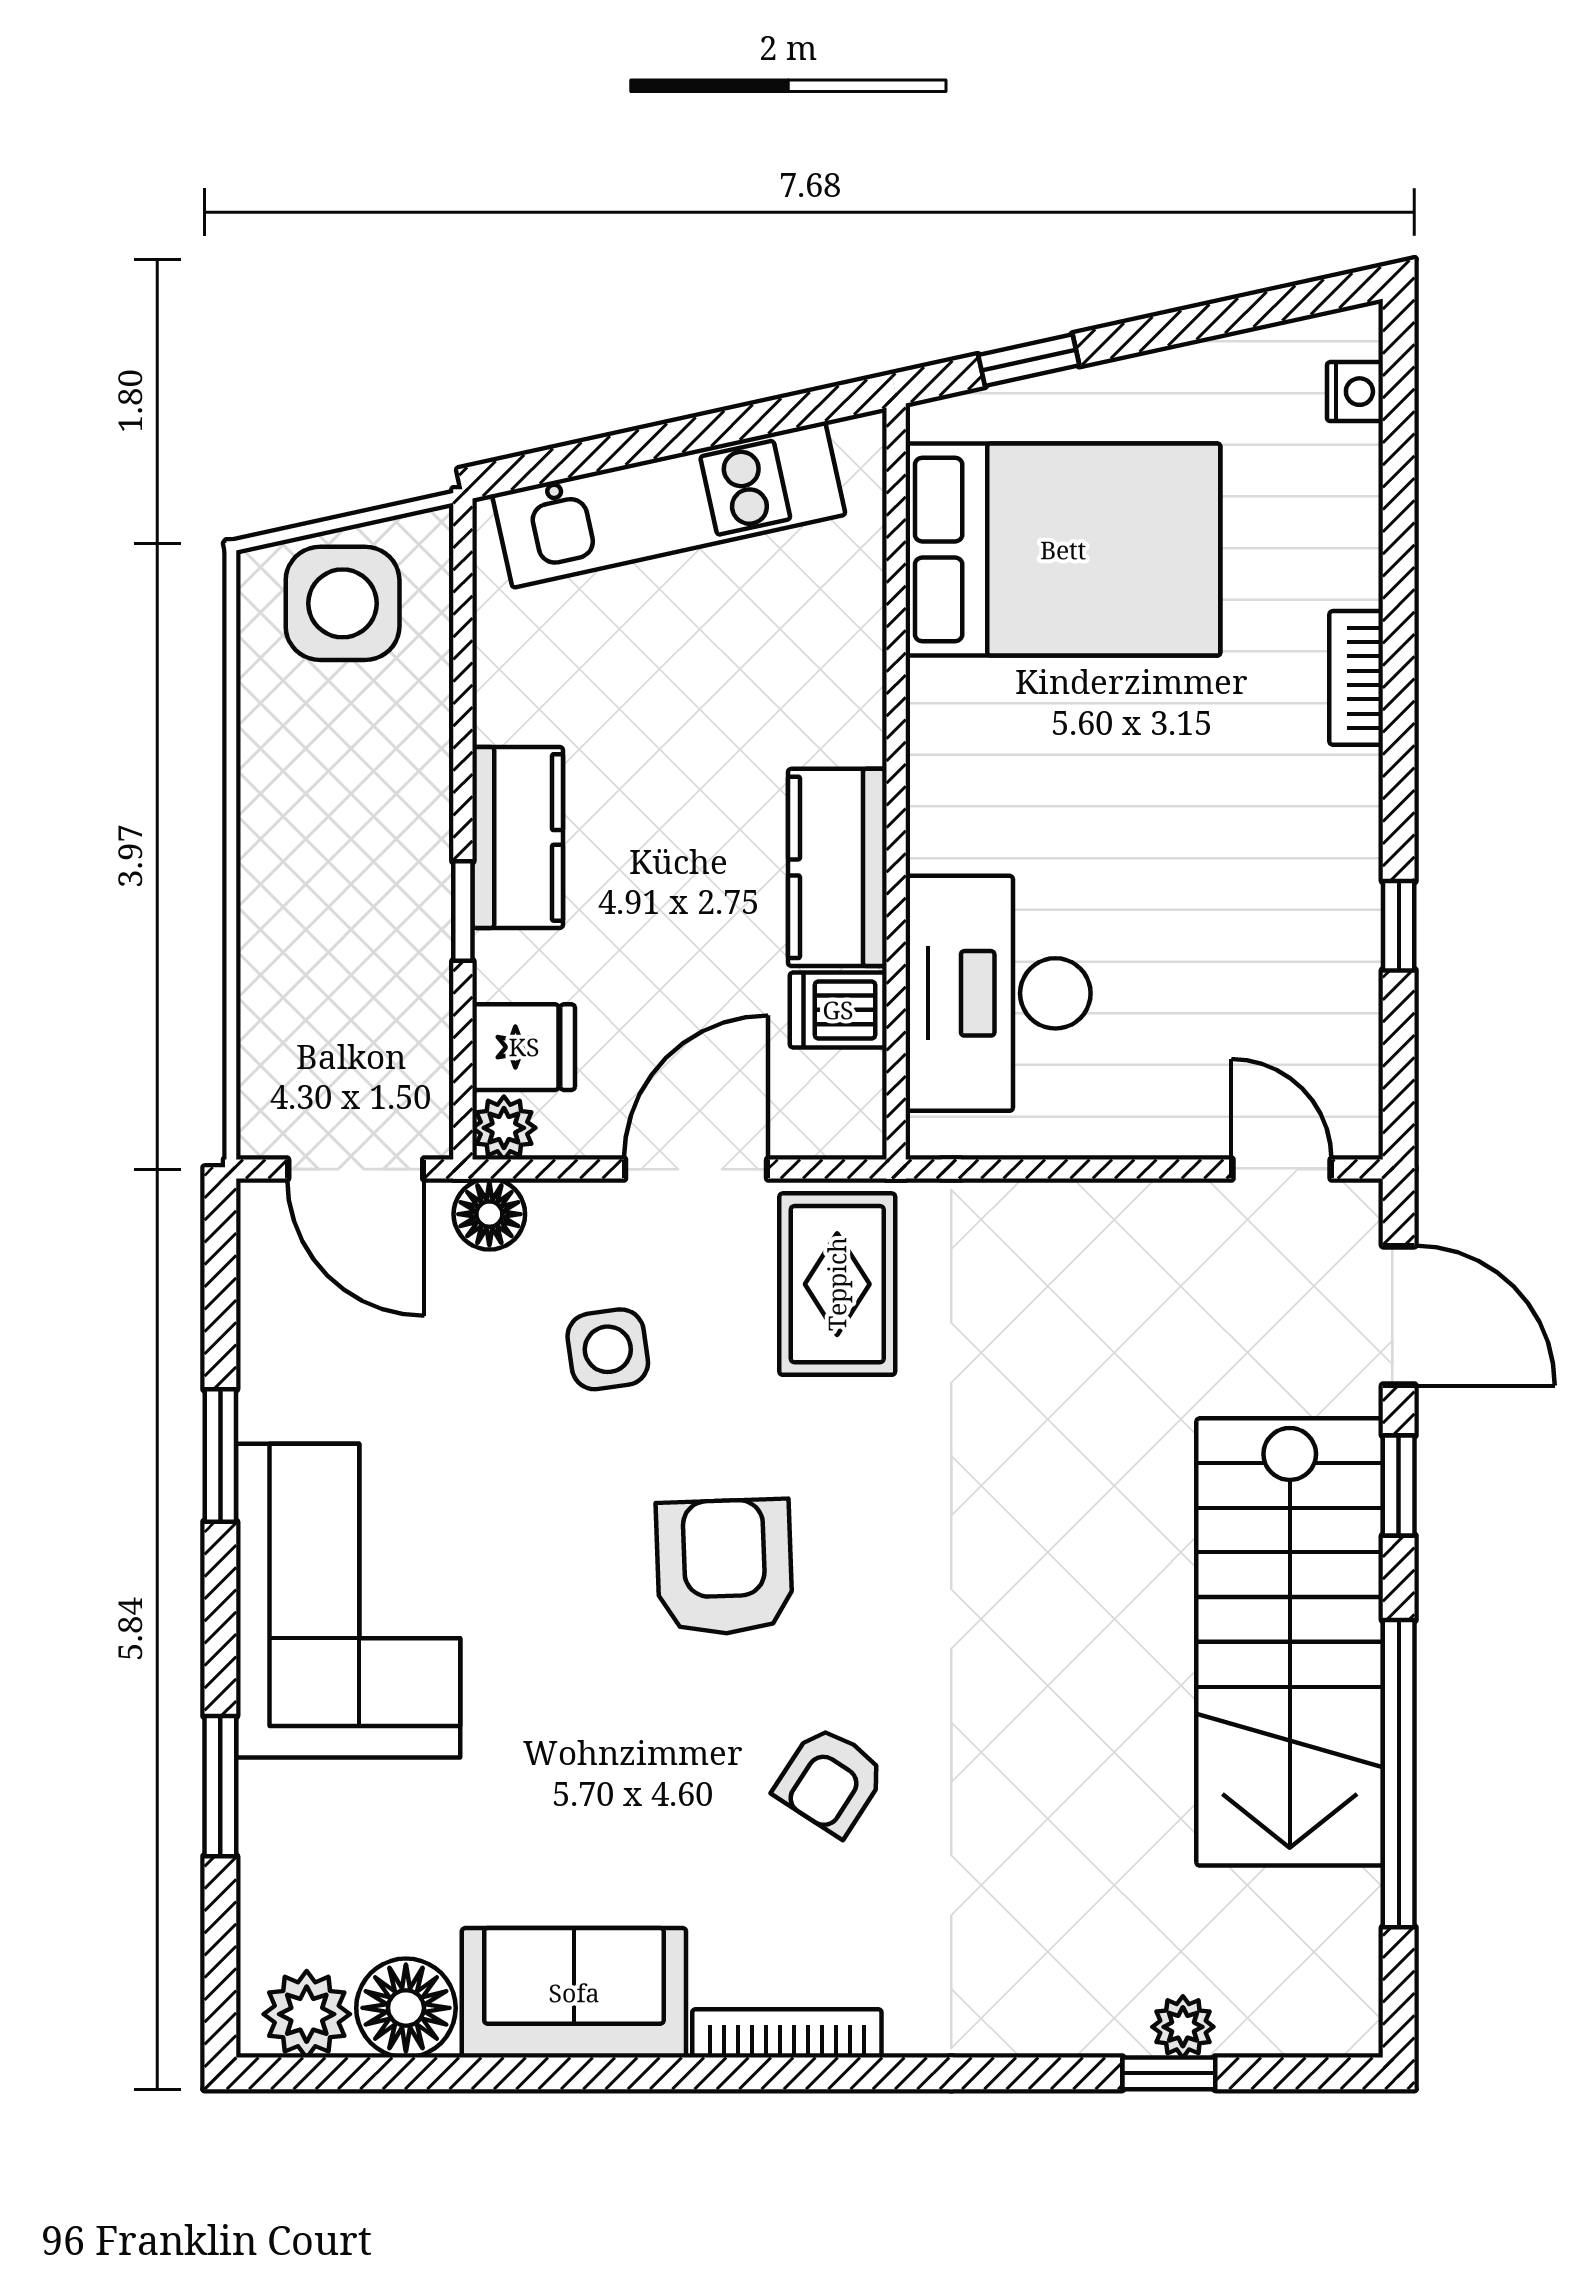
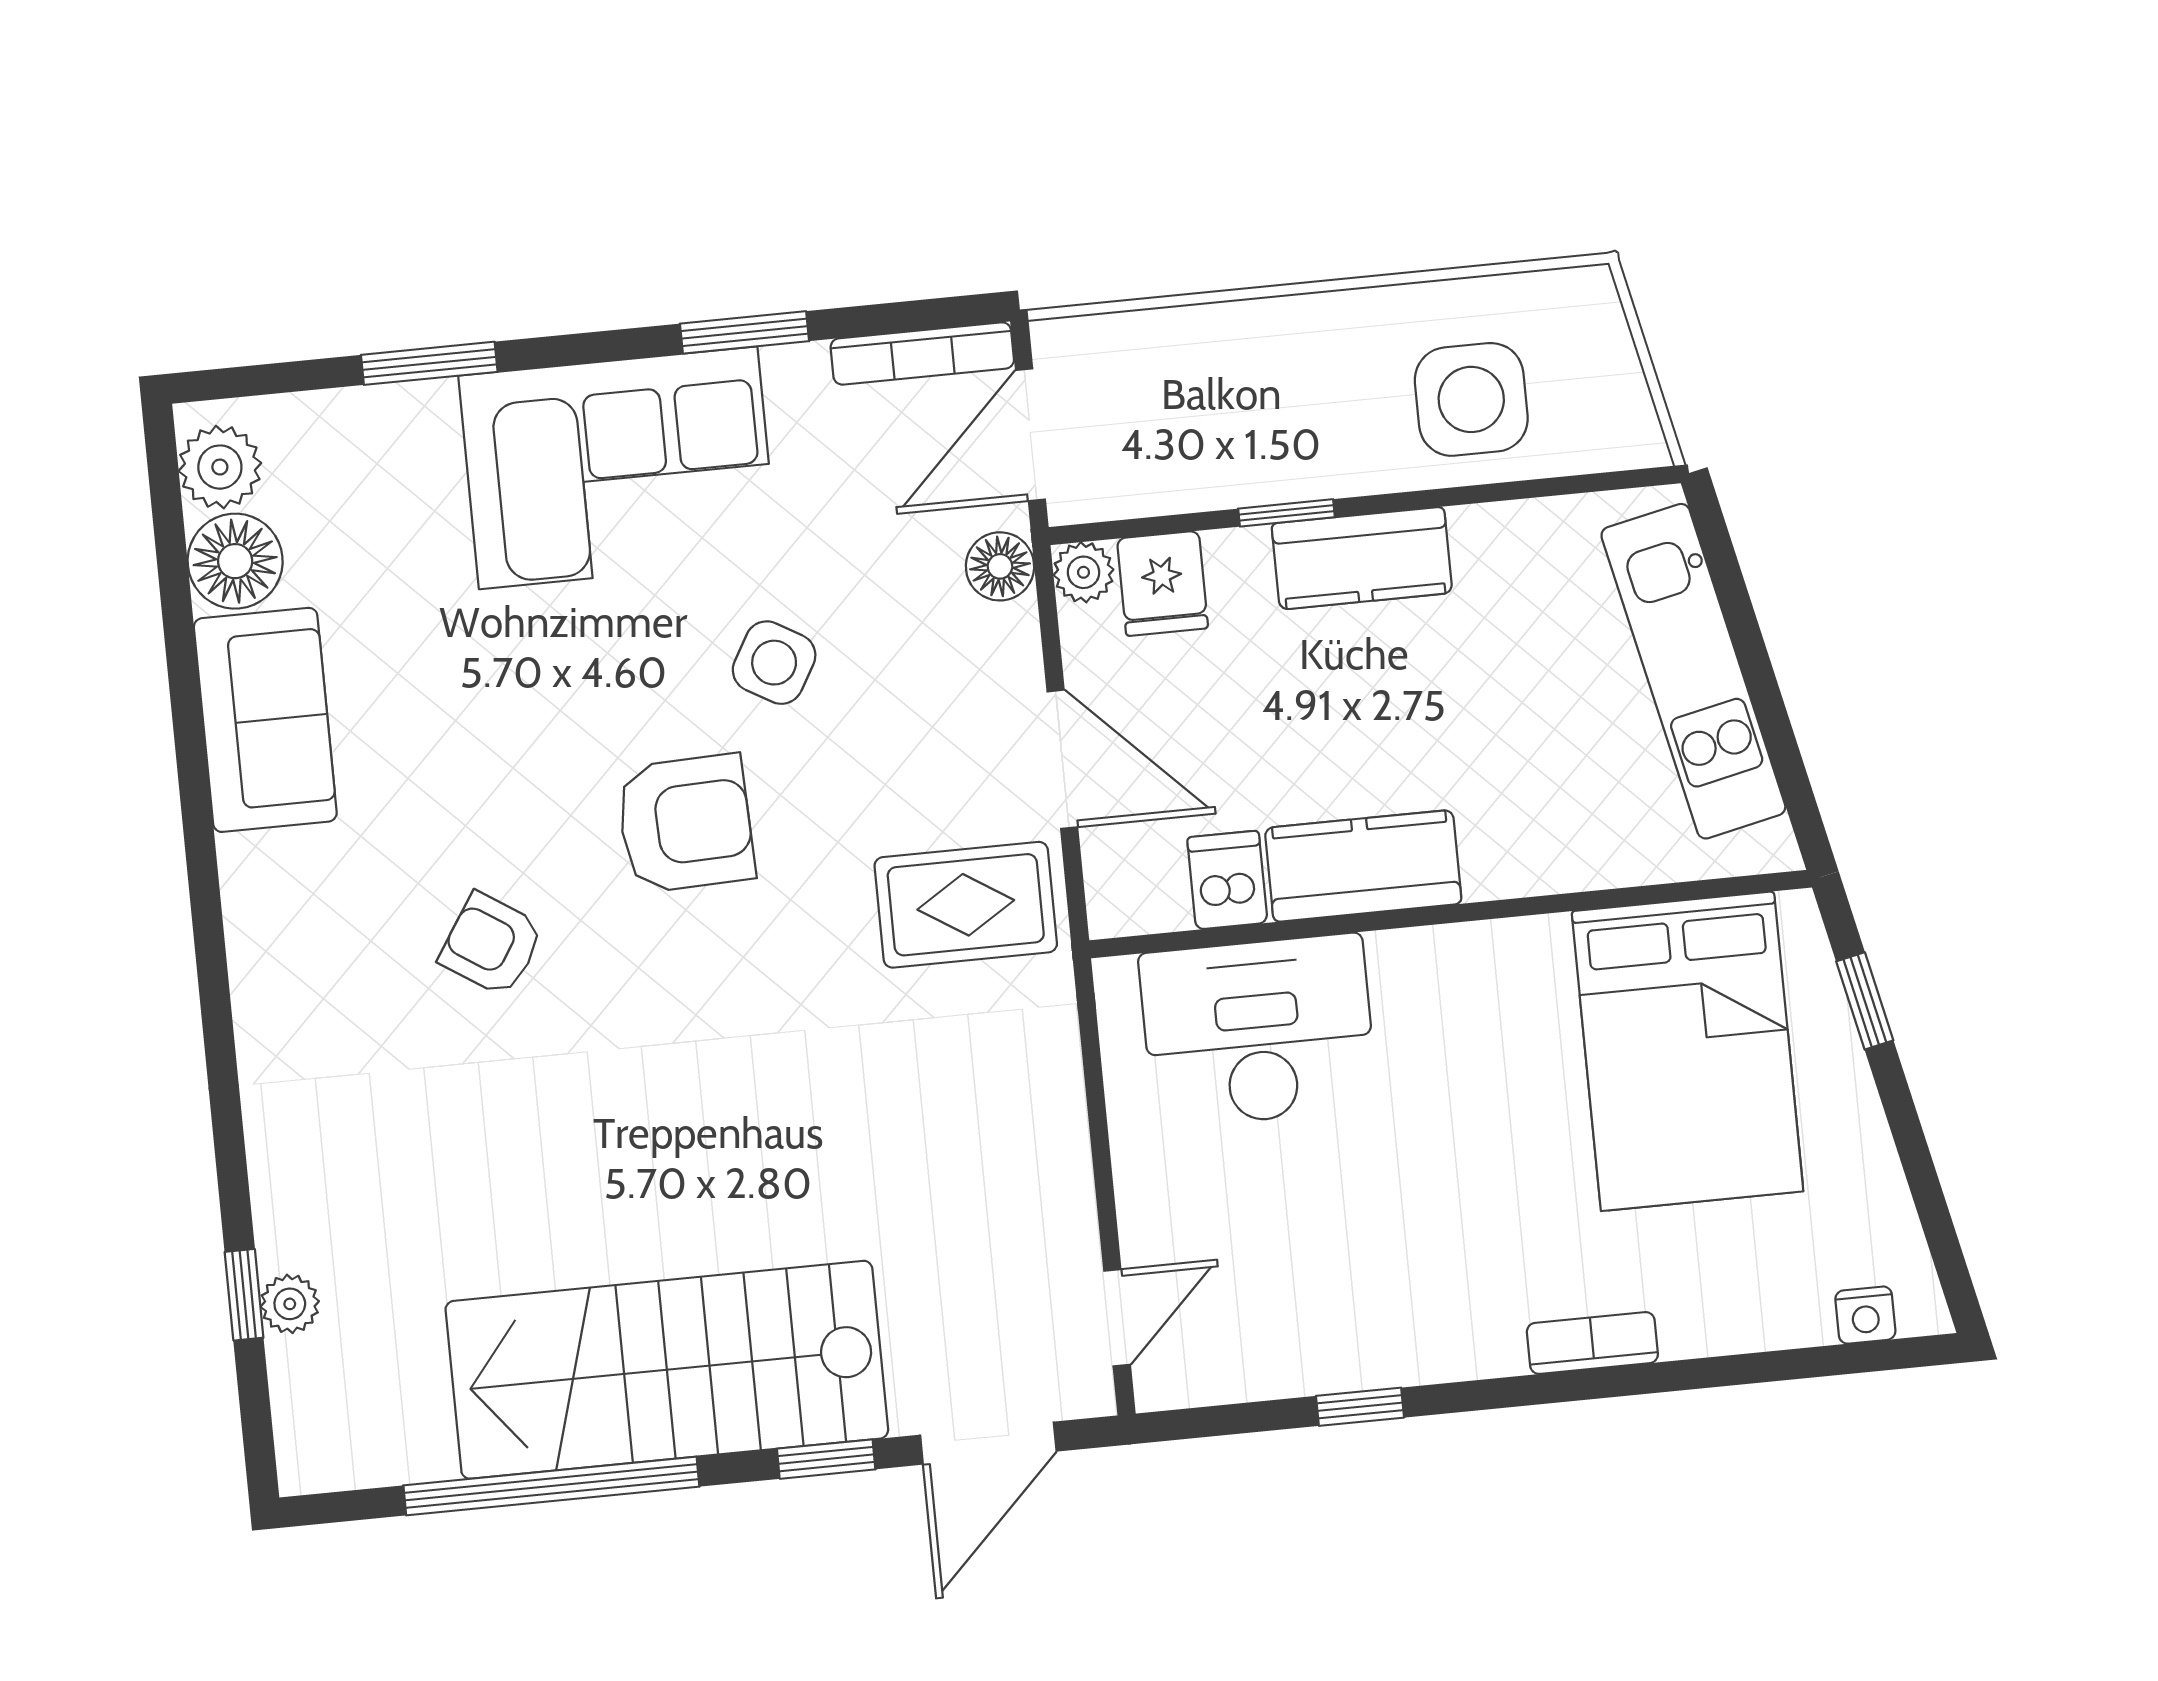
side table: (343, 603) -> (1471, 399), moved
side table: (608, 1349) -> (774, 663), moved, turned 38
bookcase: (787, 2033) -> (922, 353), moved, turned 90

